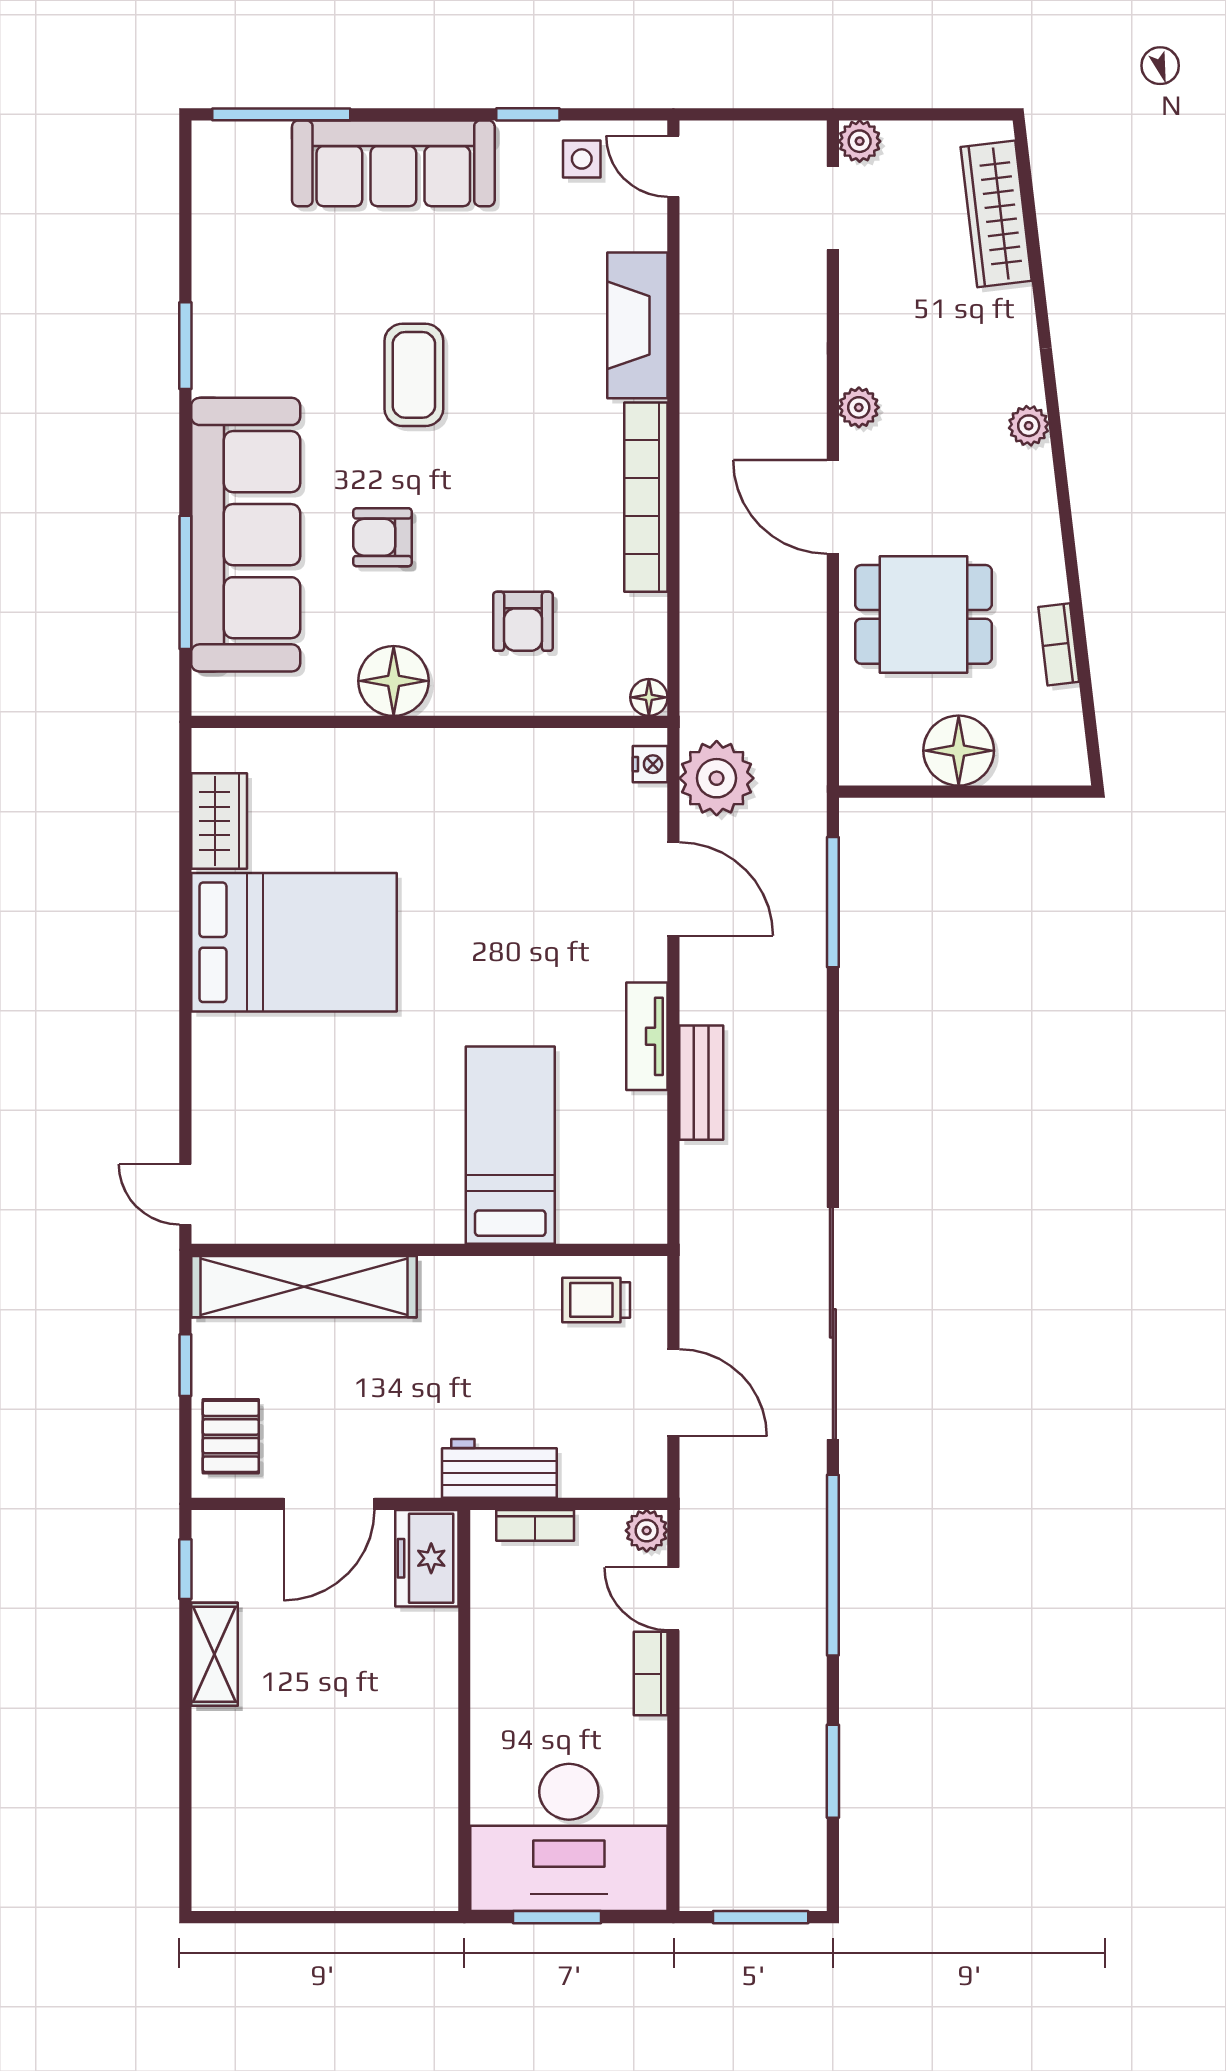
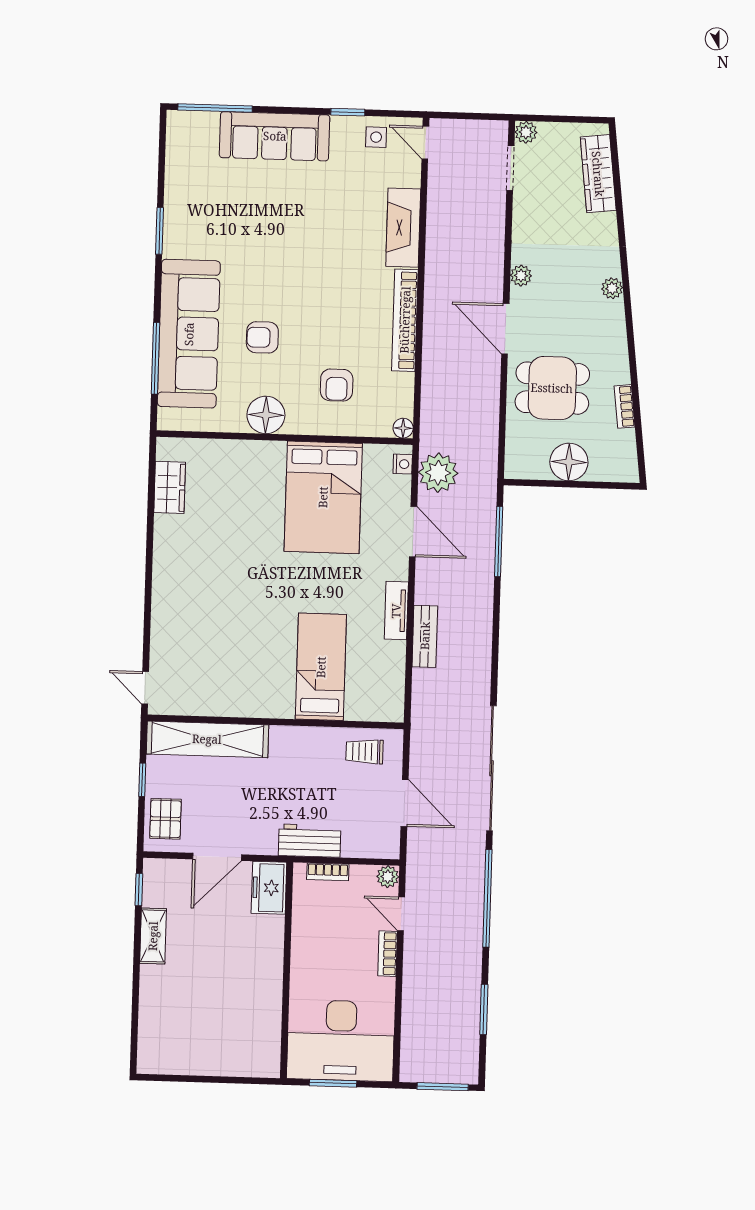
coffee table: (414, 375) -> (282, 250), removed
bed: (294, 942) -> (323, 497), moved, turned 90

